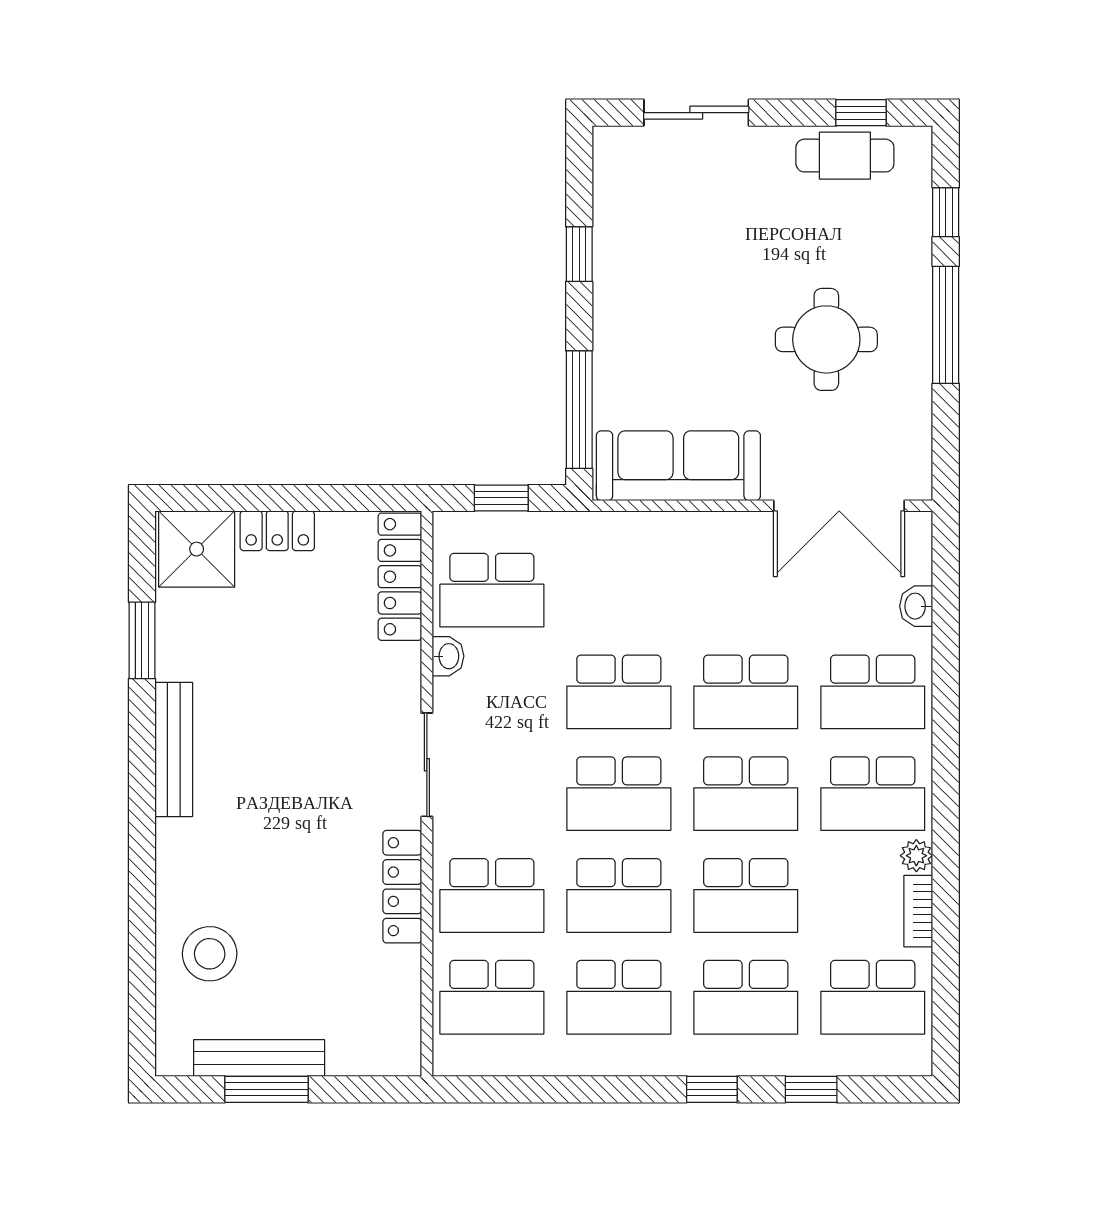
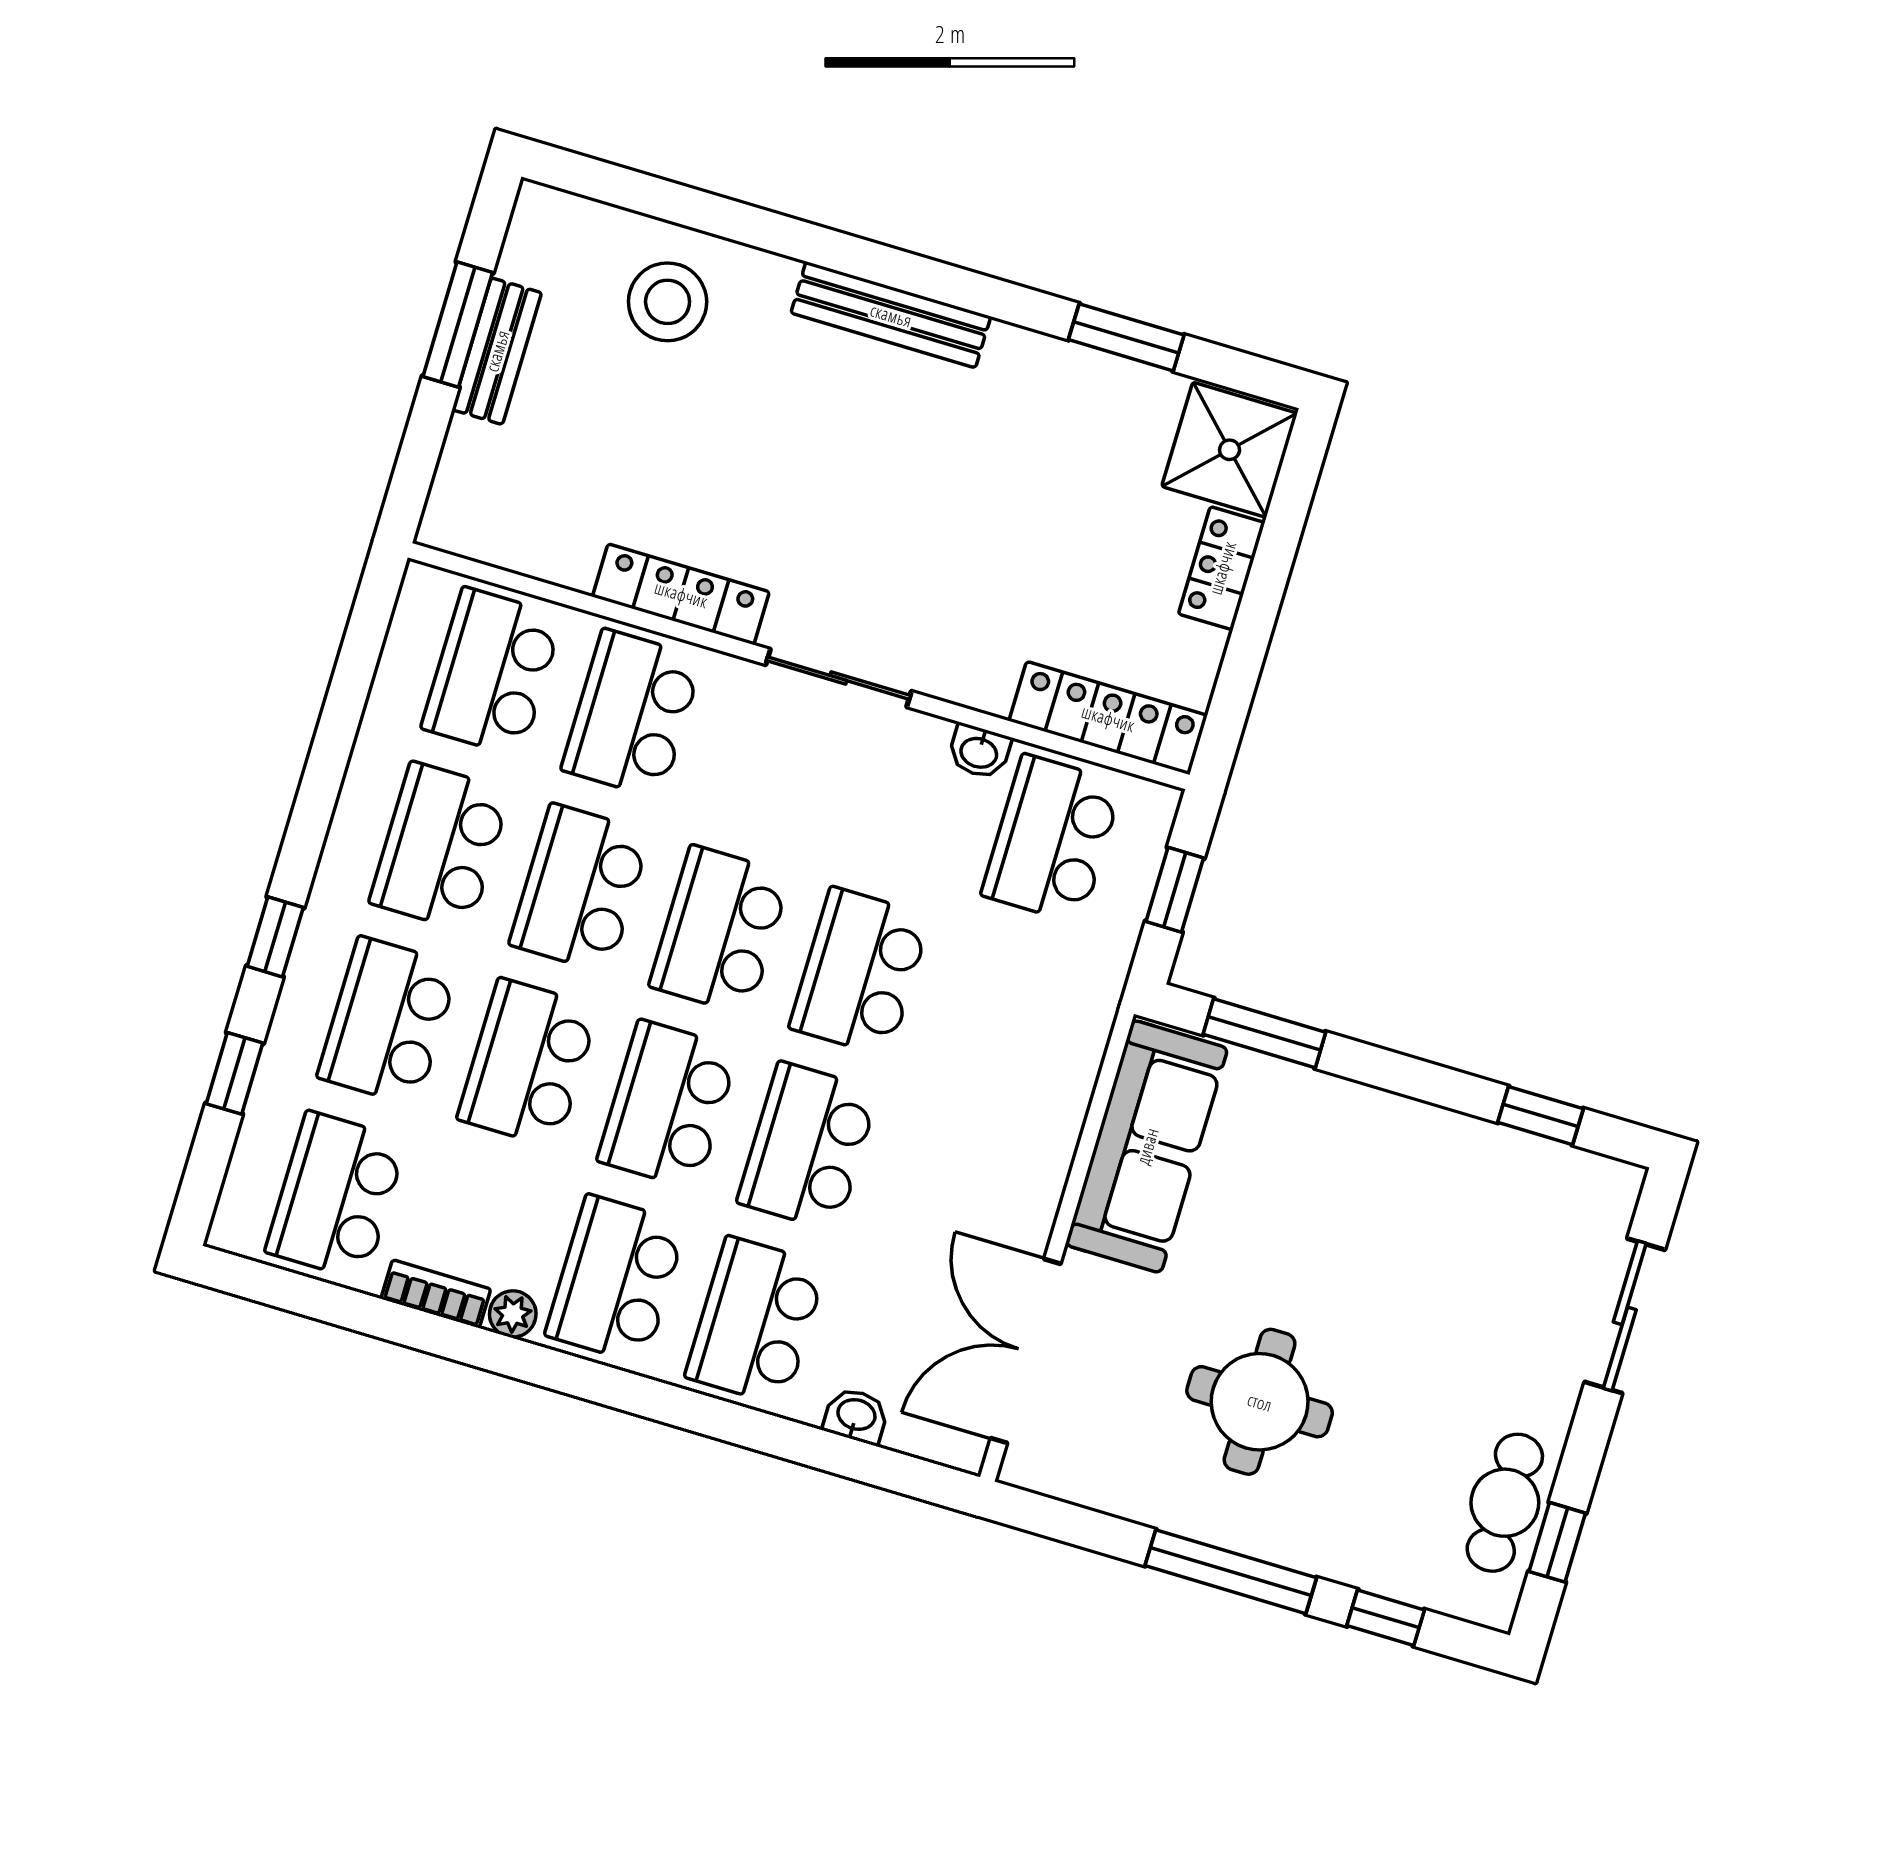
window: (579, 254) -> (1541, 1116), moved
window: (579, 410) -> (1264, 1033), width x0.69
bench: (174, 749) -> (891, 315), moved
bench: (259, 1058) -> (497, 351), width x0.73

